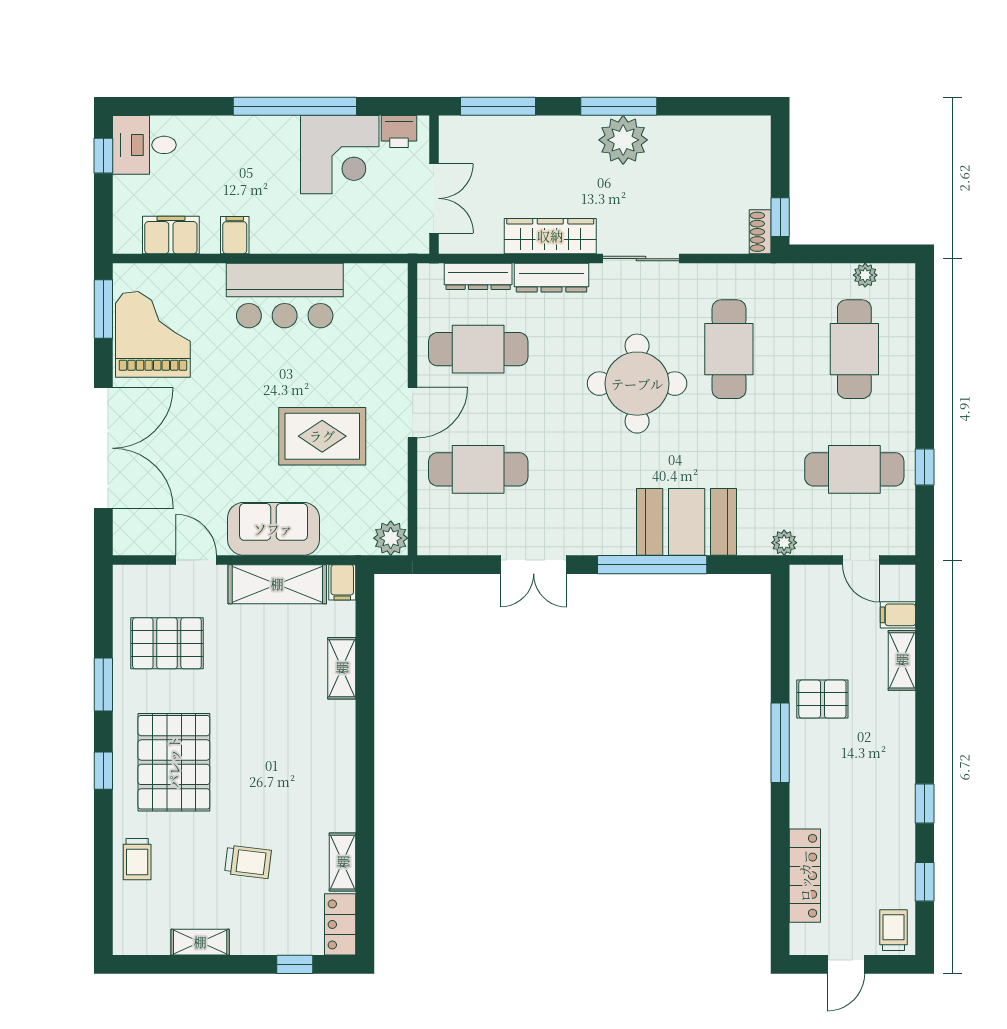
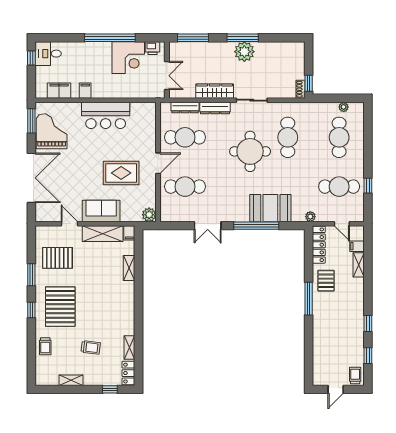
pallet: (822, 699) -> (326, 281), turned 90
locker: (805, 876) -> (319, 245), moved

